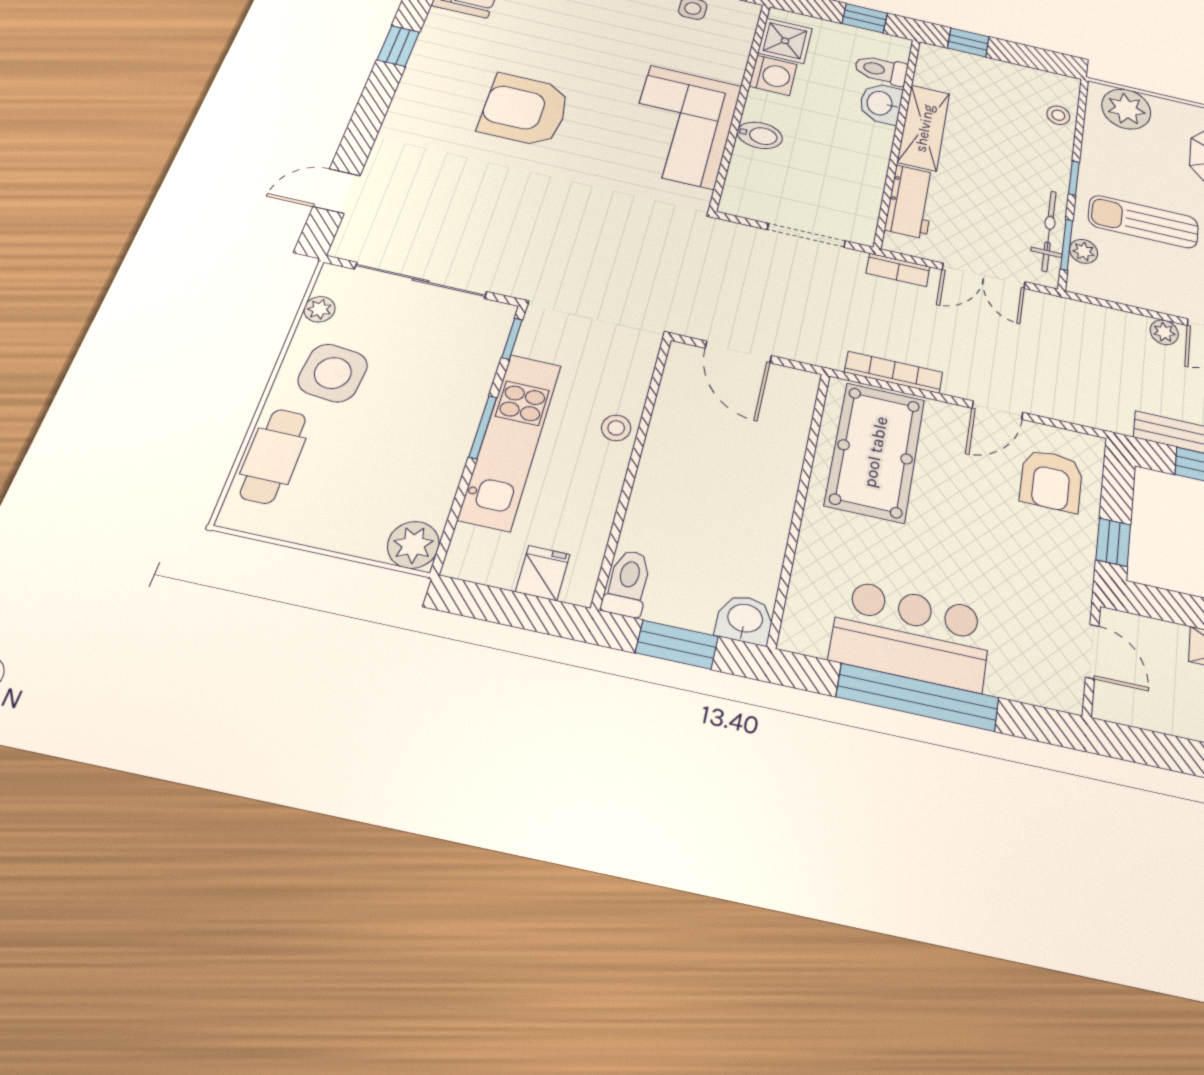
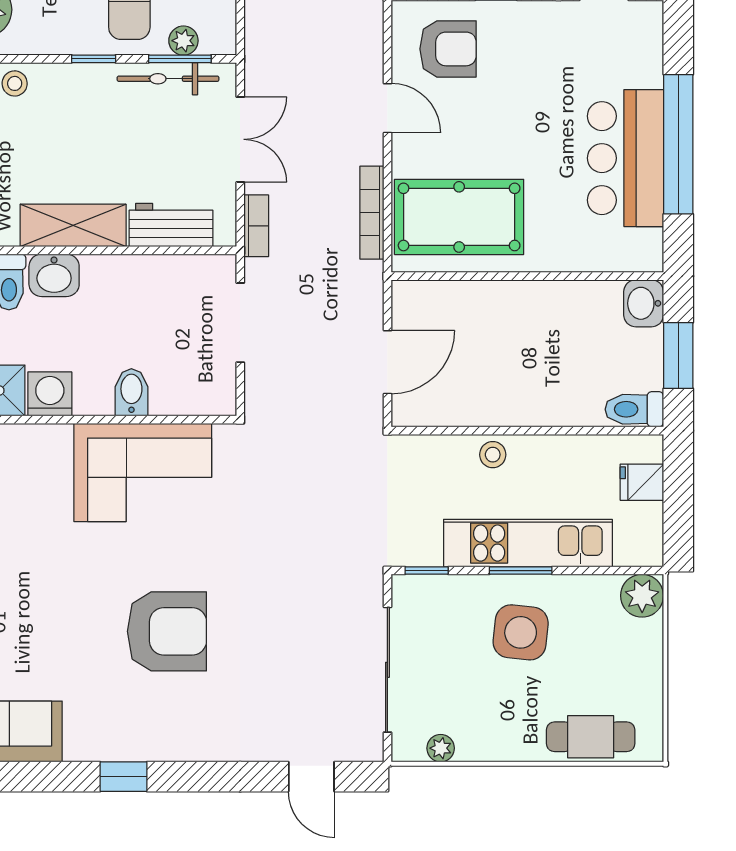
armchair: (525, 110) -> (167, 631), turned -90
side table: (333, 373) -> (521, 632), moved

